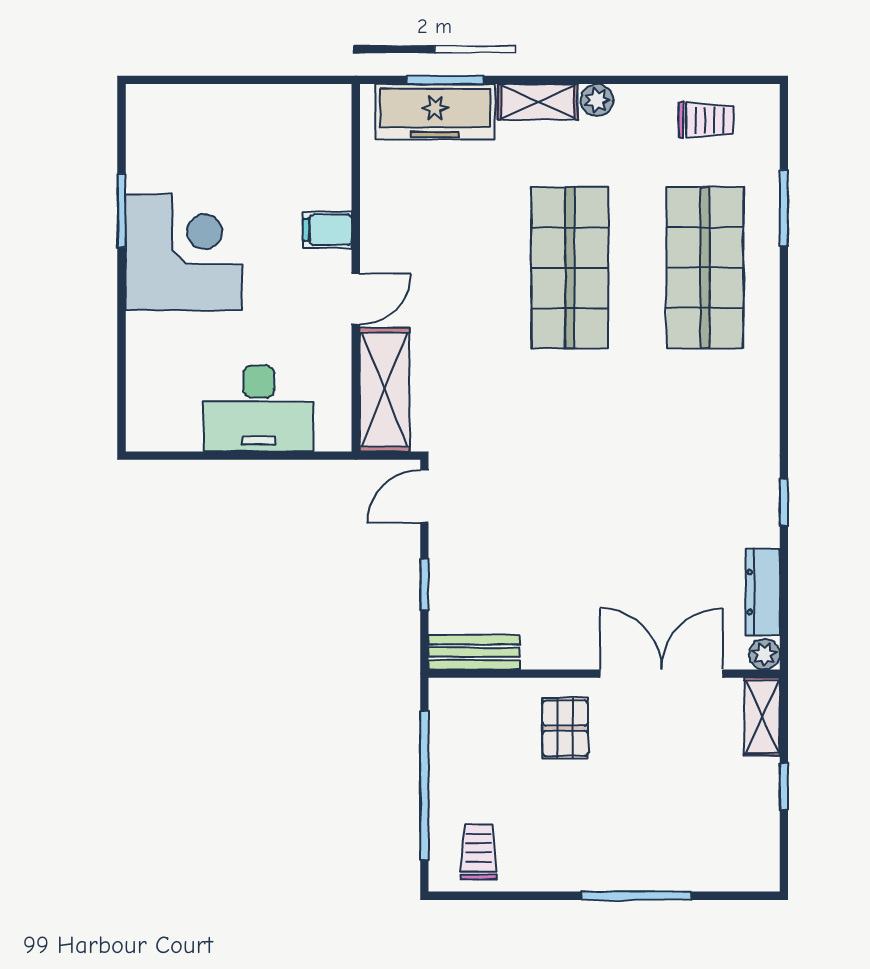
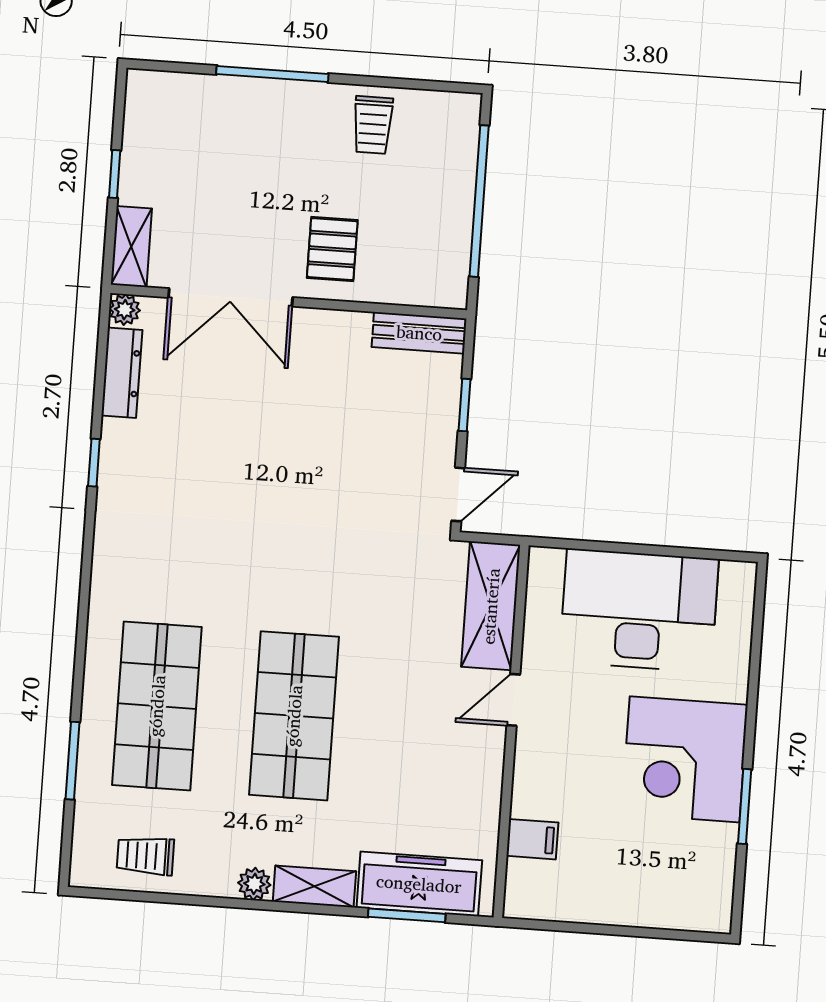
filing cabinet: (327, 230) -> (532, 839), moved
desk: (259, 408) -> (639, 610), width x1.36, depth x1.30
trolley: (479, 852) -> (373, 125), moved

